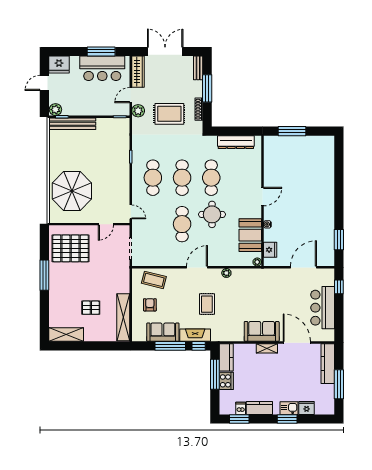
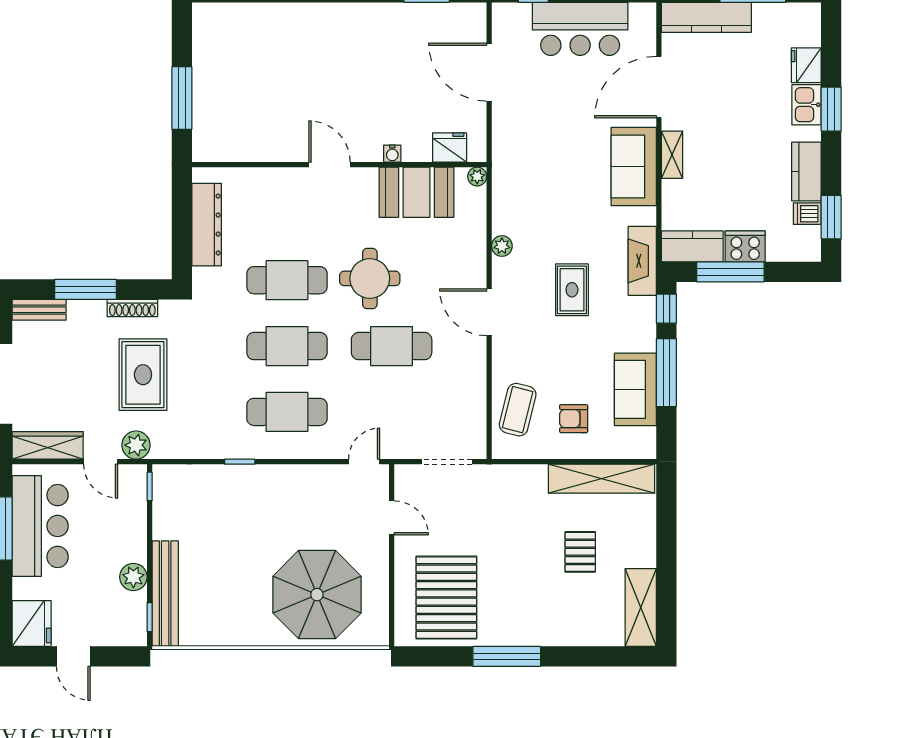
plant: (55, 110) -> (133, 577), moved
rug: (207, 304) -> (572, 290), turned 90
fireplace: (195, 335) -> (642, 261), moved

